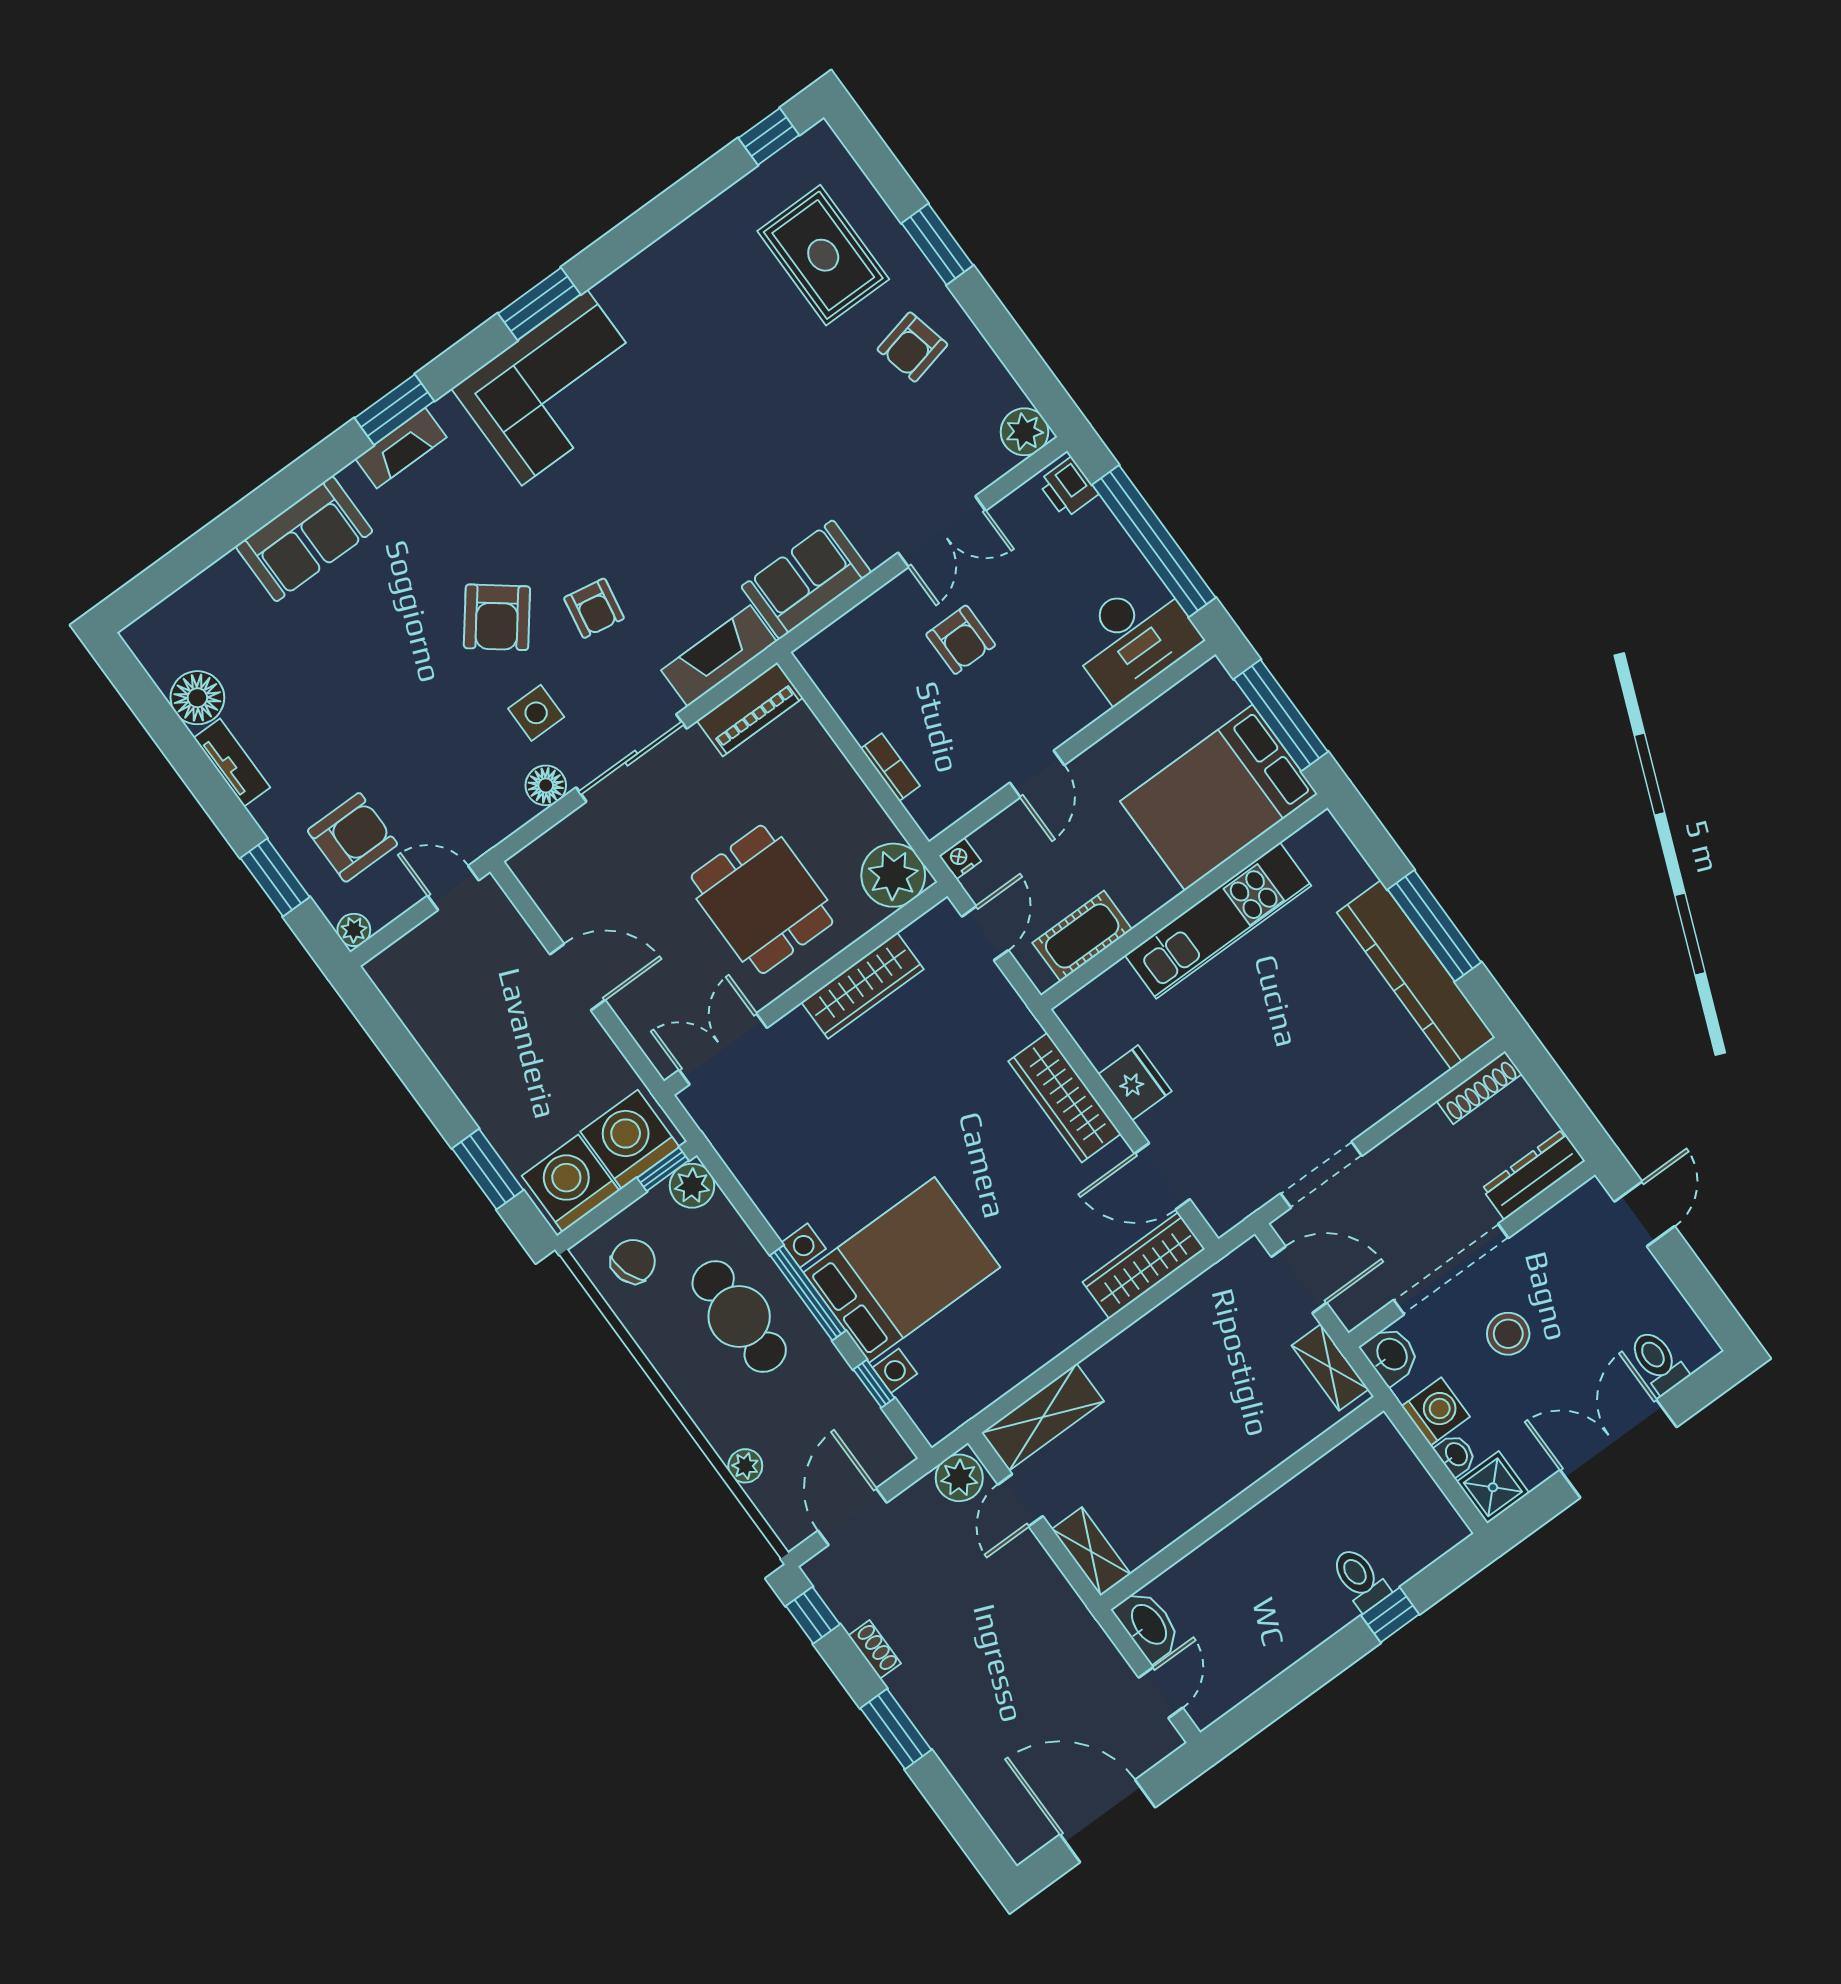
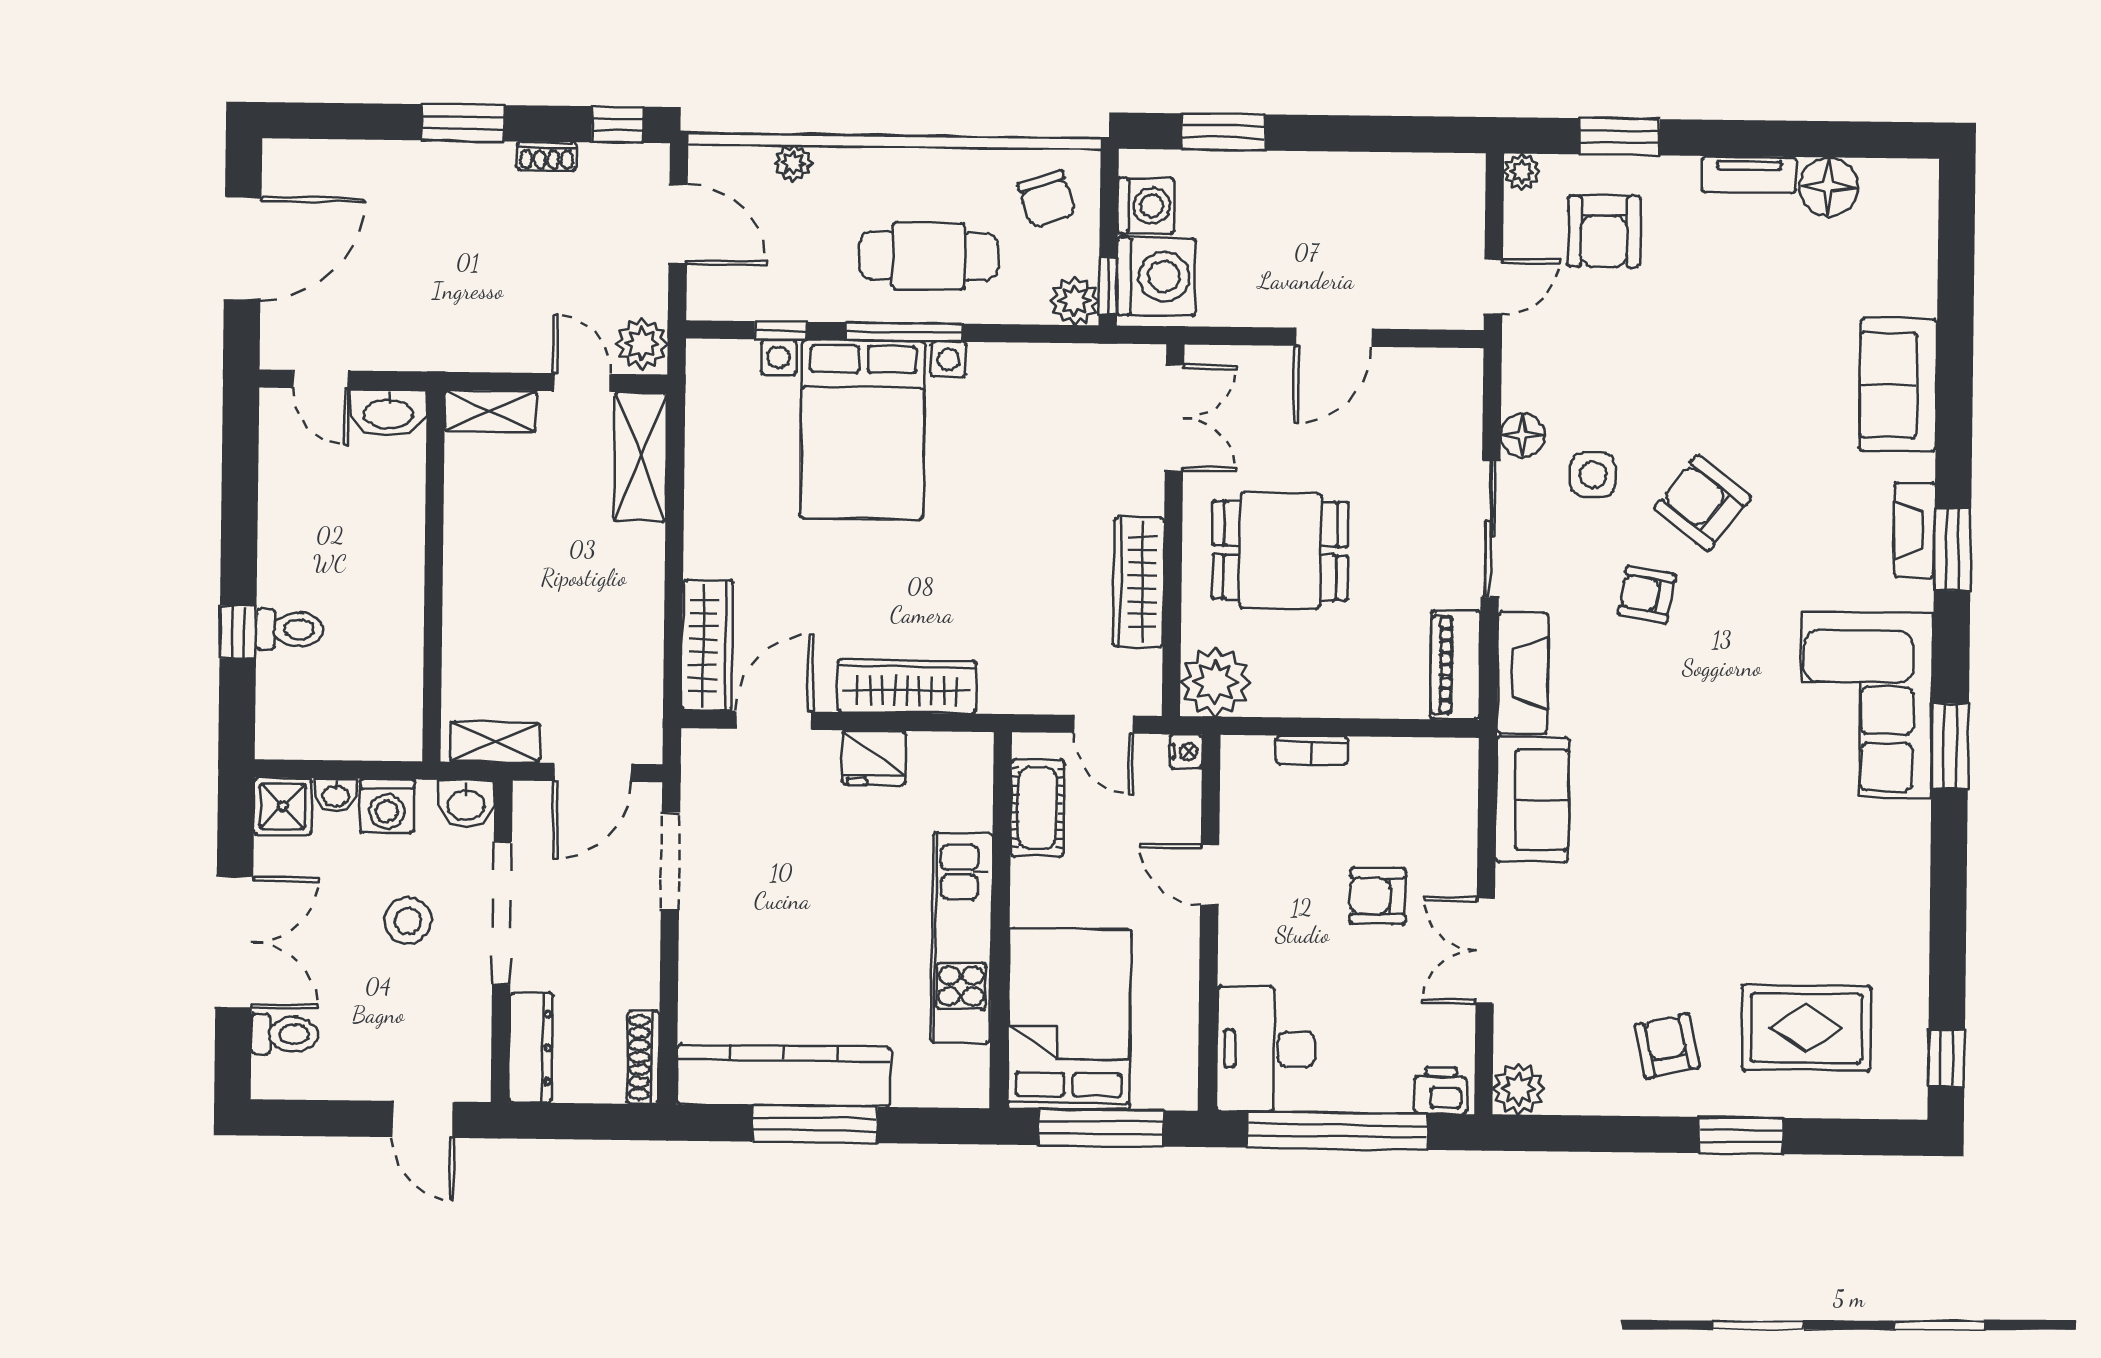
washing machine: (570, 1183) -> (1146, 206), width x0.73, depth x0.73

